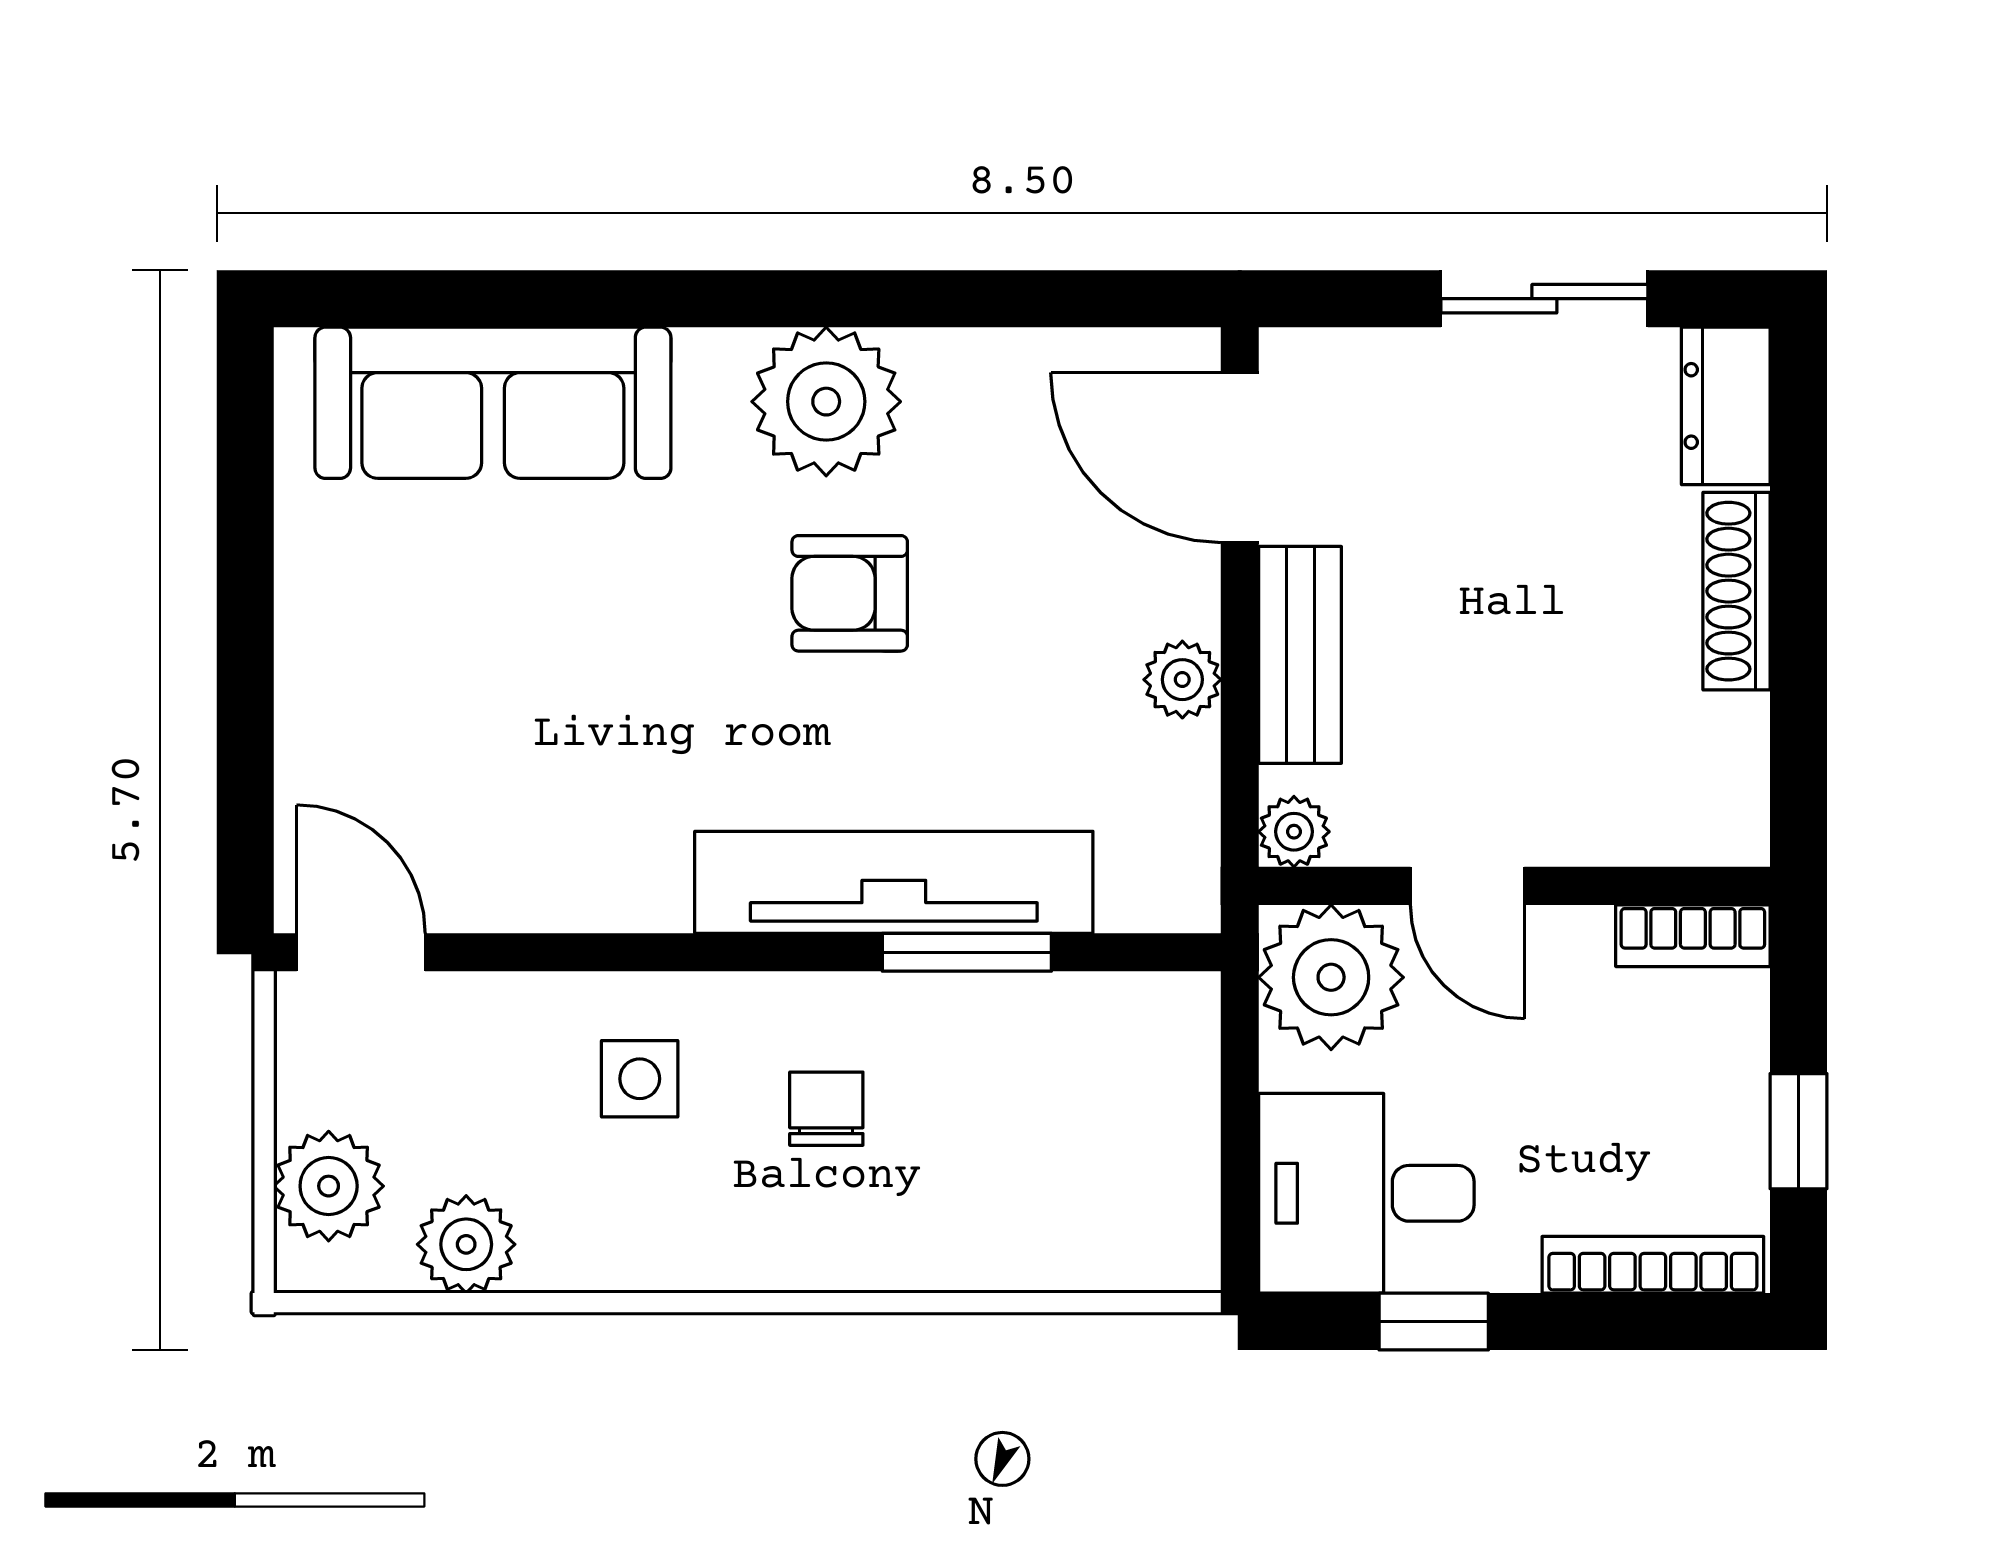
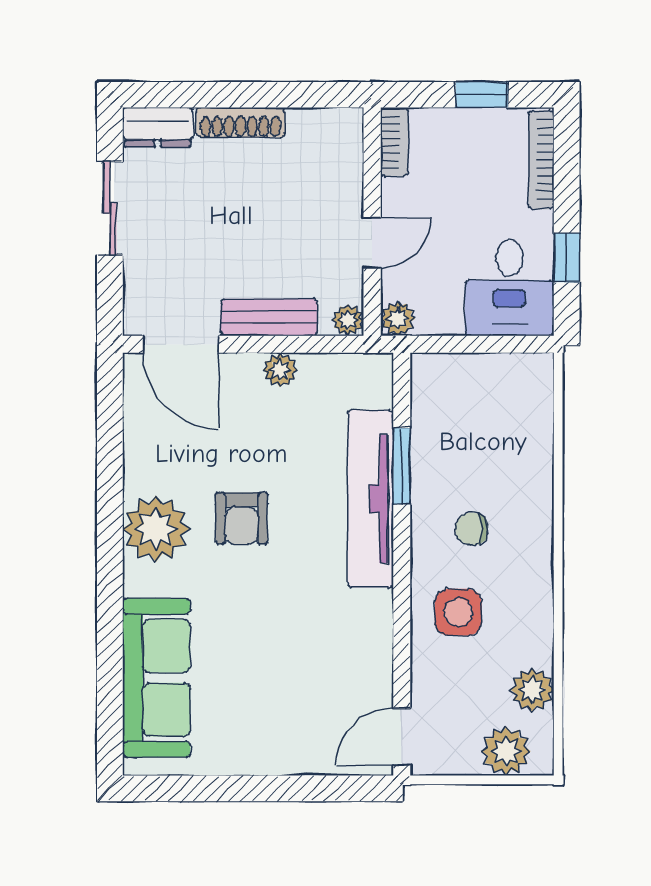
door: (1240, 457) -> (181, 344), hinge flipped
plant: (1331, 977) -> (398, 319), width x0.53, depth x0.53
side table: (640, 1079) -> (458, 612), width x1.37, depth x1.37

